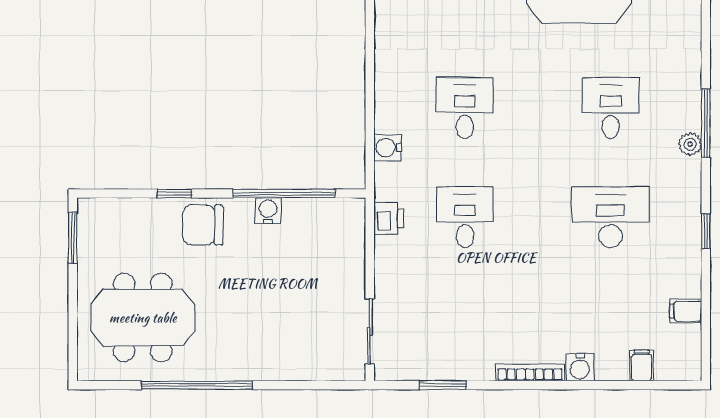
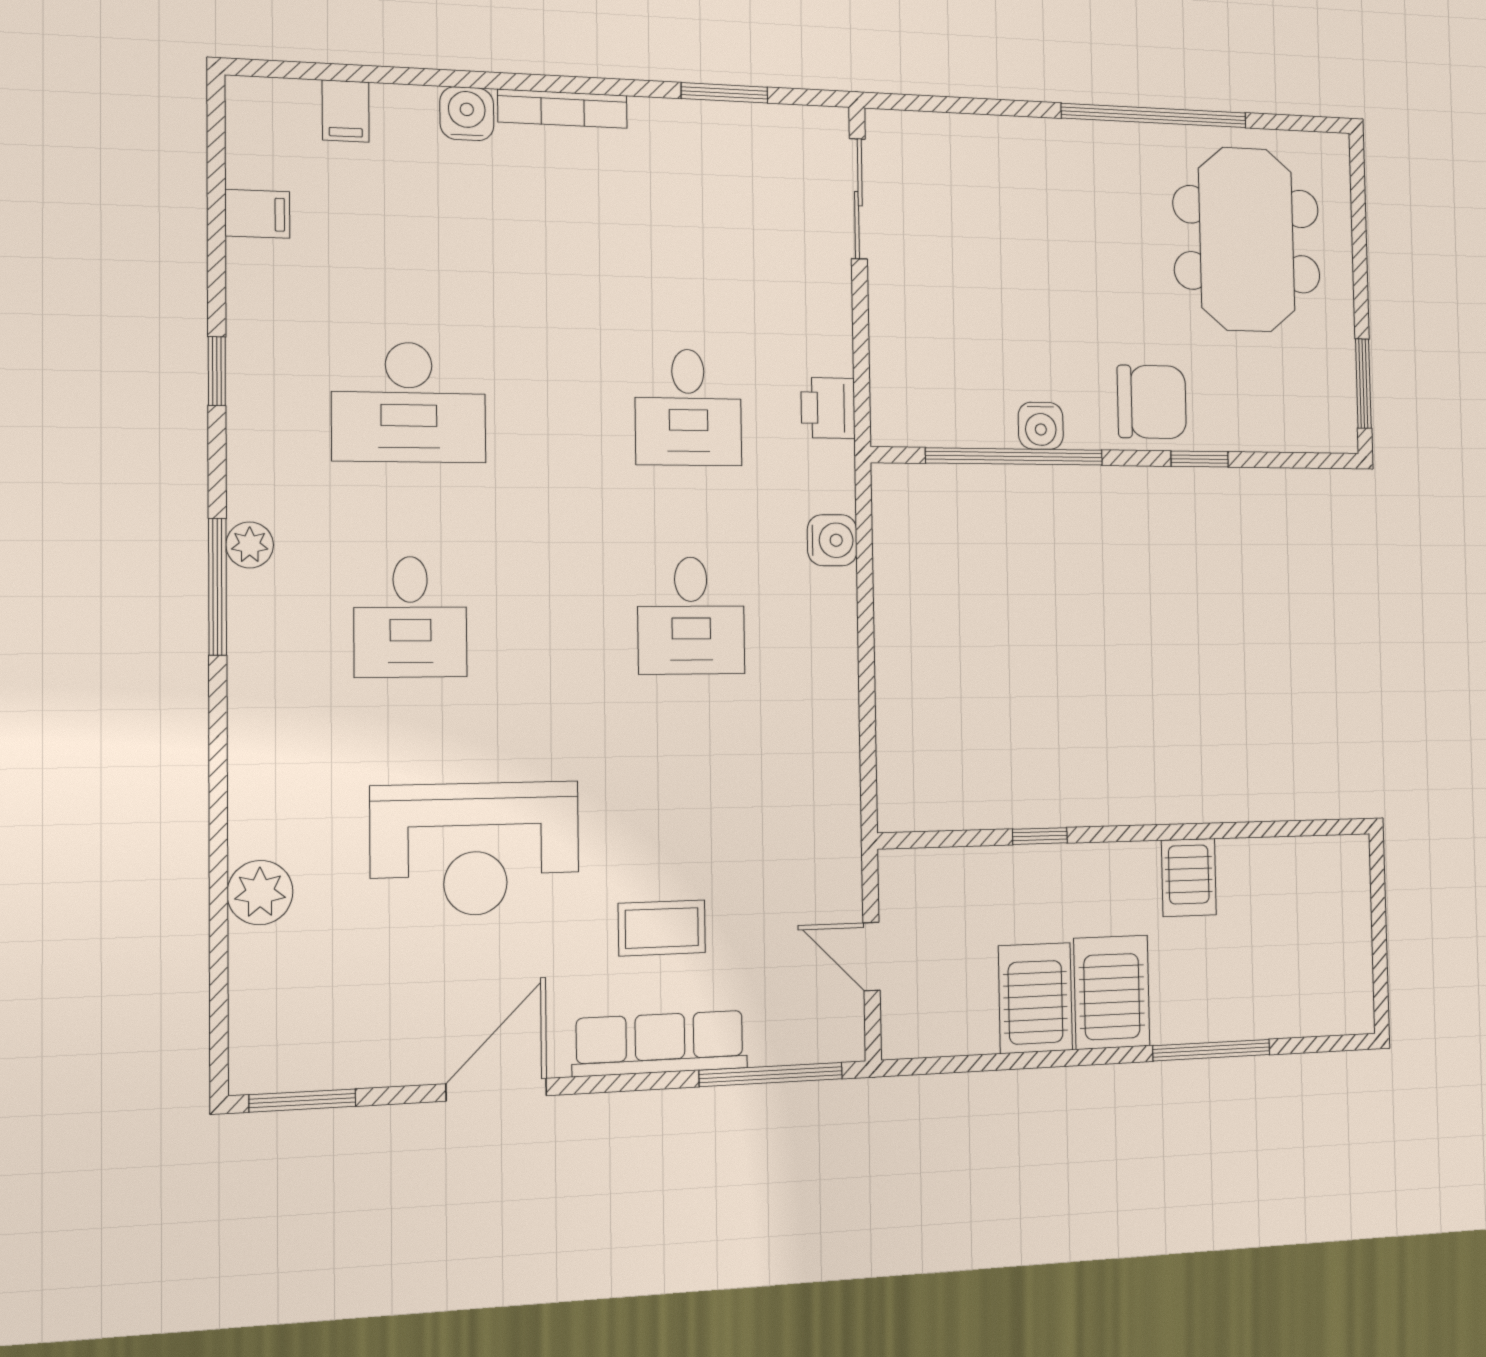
meeting table: (143, 318) -> (1247, 239), turned 90

